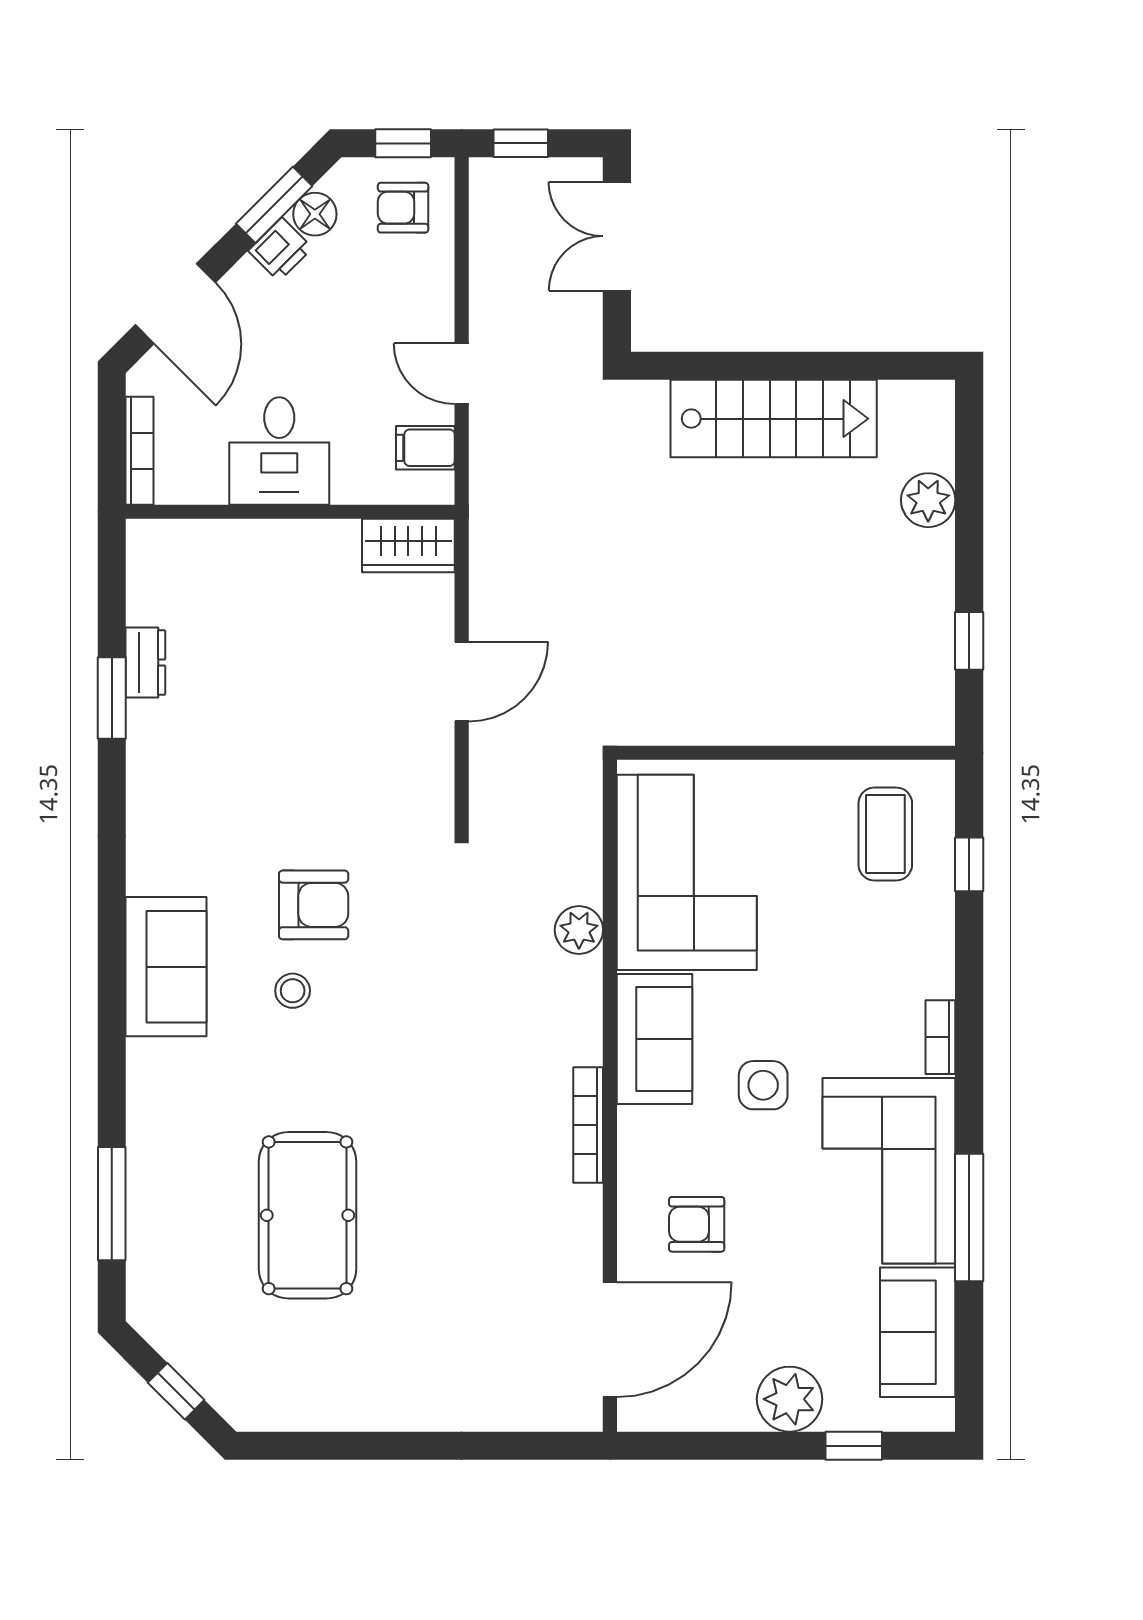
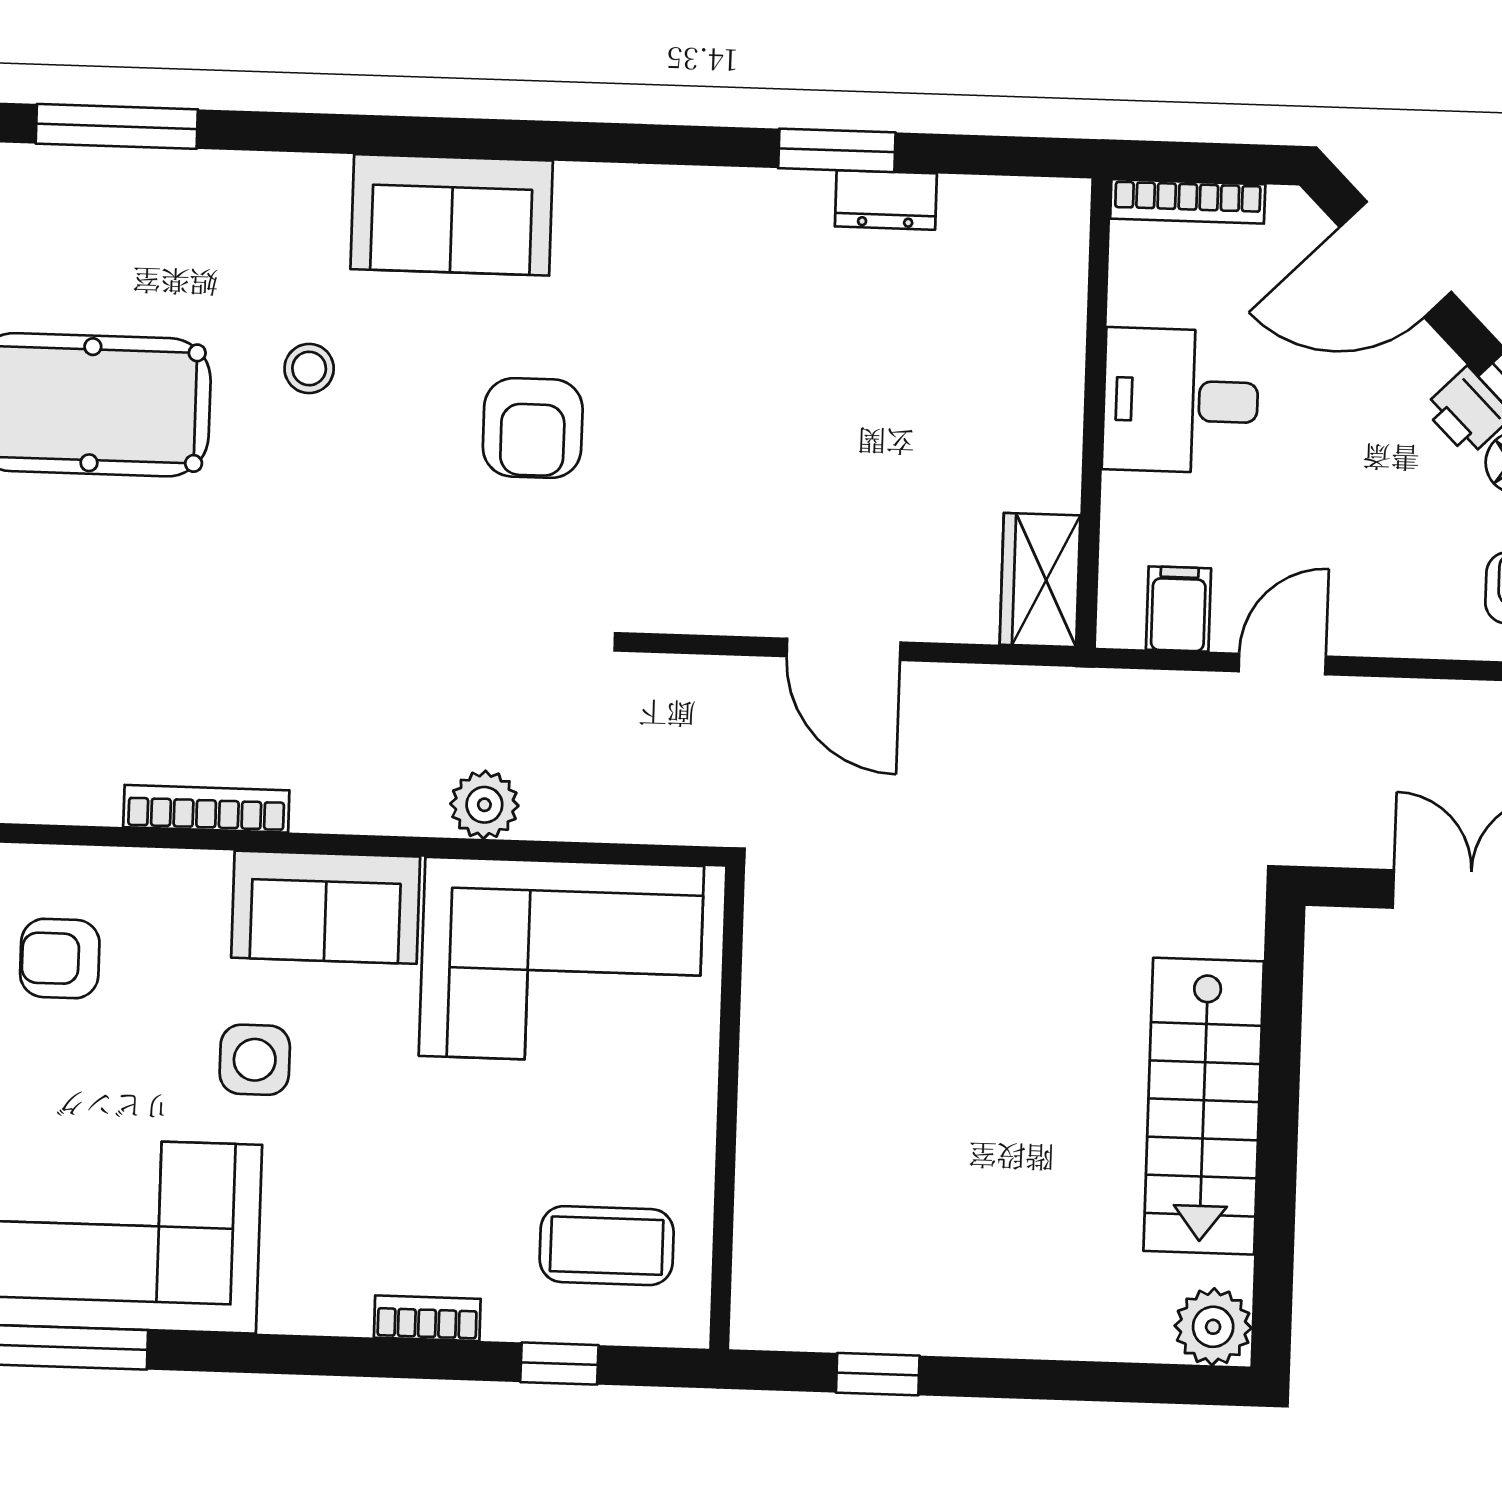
plant: (928, 500) -> (1213, 1327), moved
stool: (293, 991) -> (309, 368), moved
bookcase: (940, 1037) -> (427, 1318), moved
armchair: (697, 1224) -> (60, 958), turned -90

